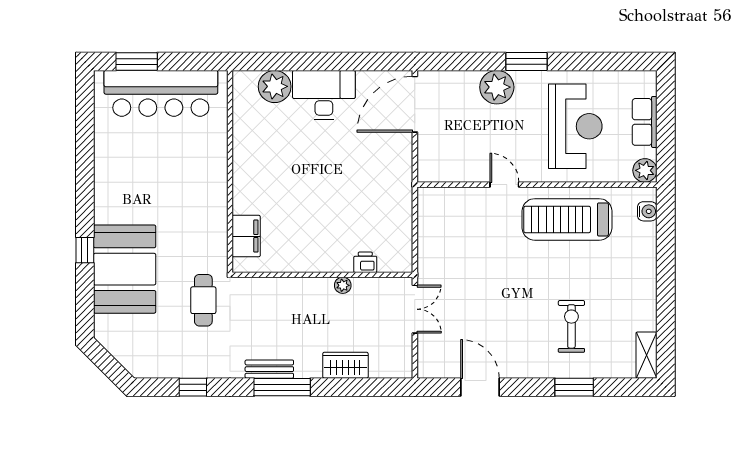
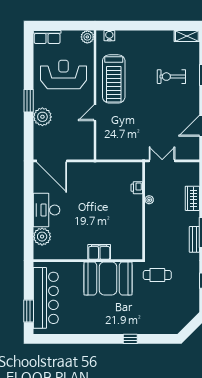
row of seats: (645, 122) -> (47, 37), moved
filing cabinet: (246, 236) -> (99, 252), moved
booth: (125, 269) -> (108, 278), moved

